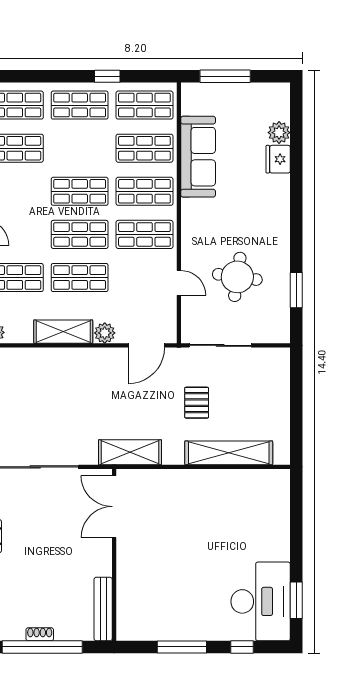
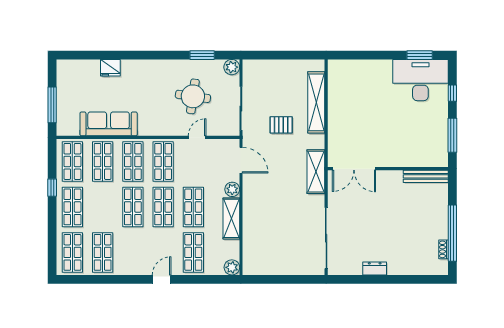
plant: (279, 133) -> (232, 67), moved
double door: (114, 507) -> (354, 169), moved
wall: (114, 555) -> (388, 169), moved
bench: (103, 609) -> (426, 176), moved
shoe rack: (40, 634) -> (444, 249), moved

